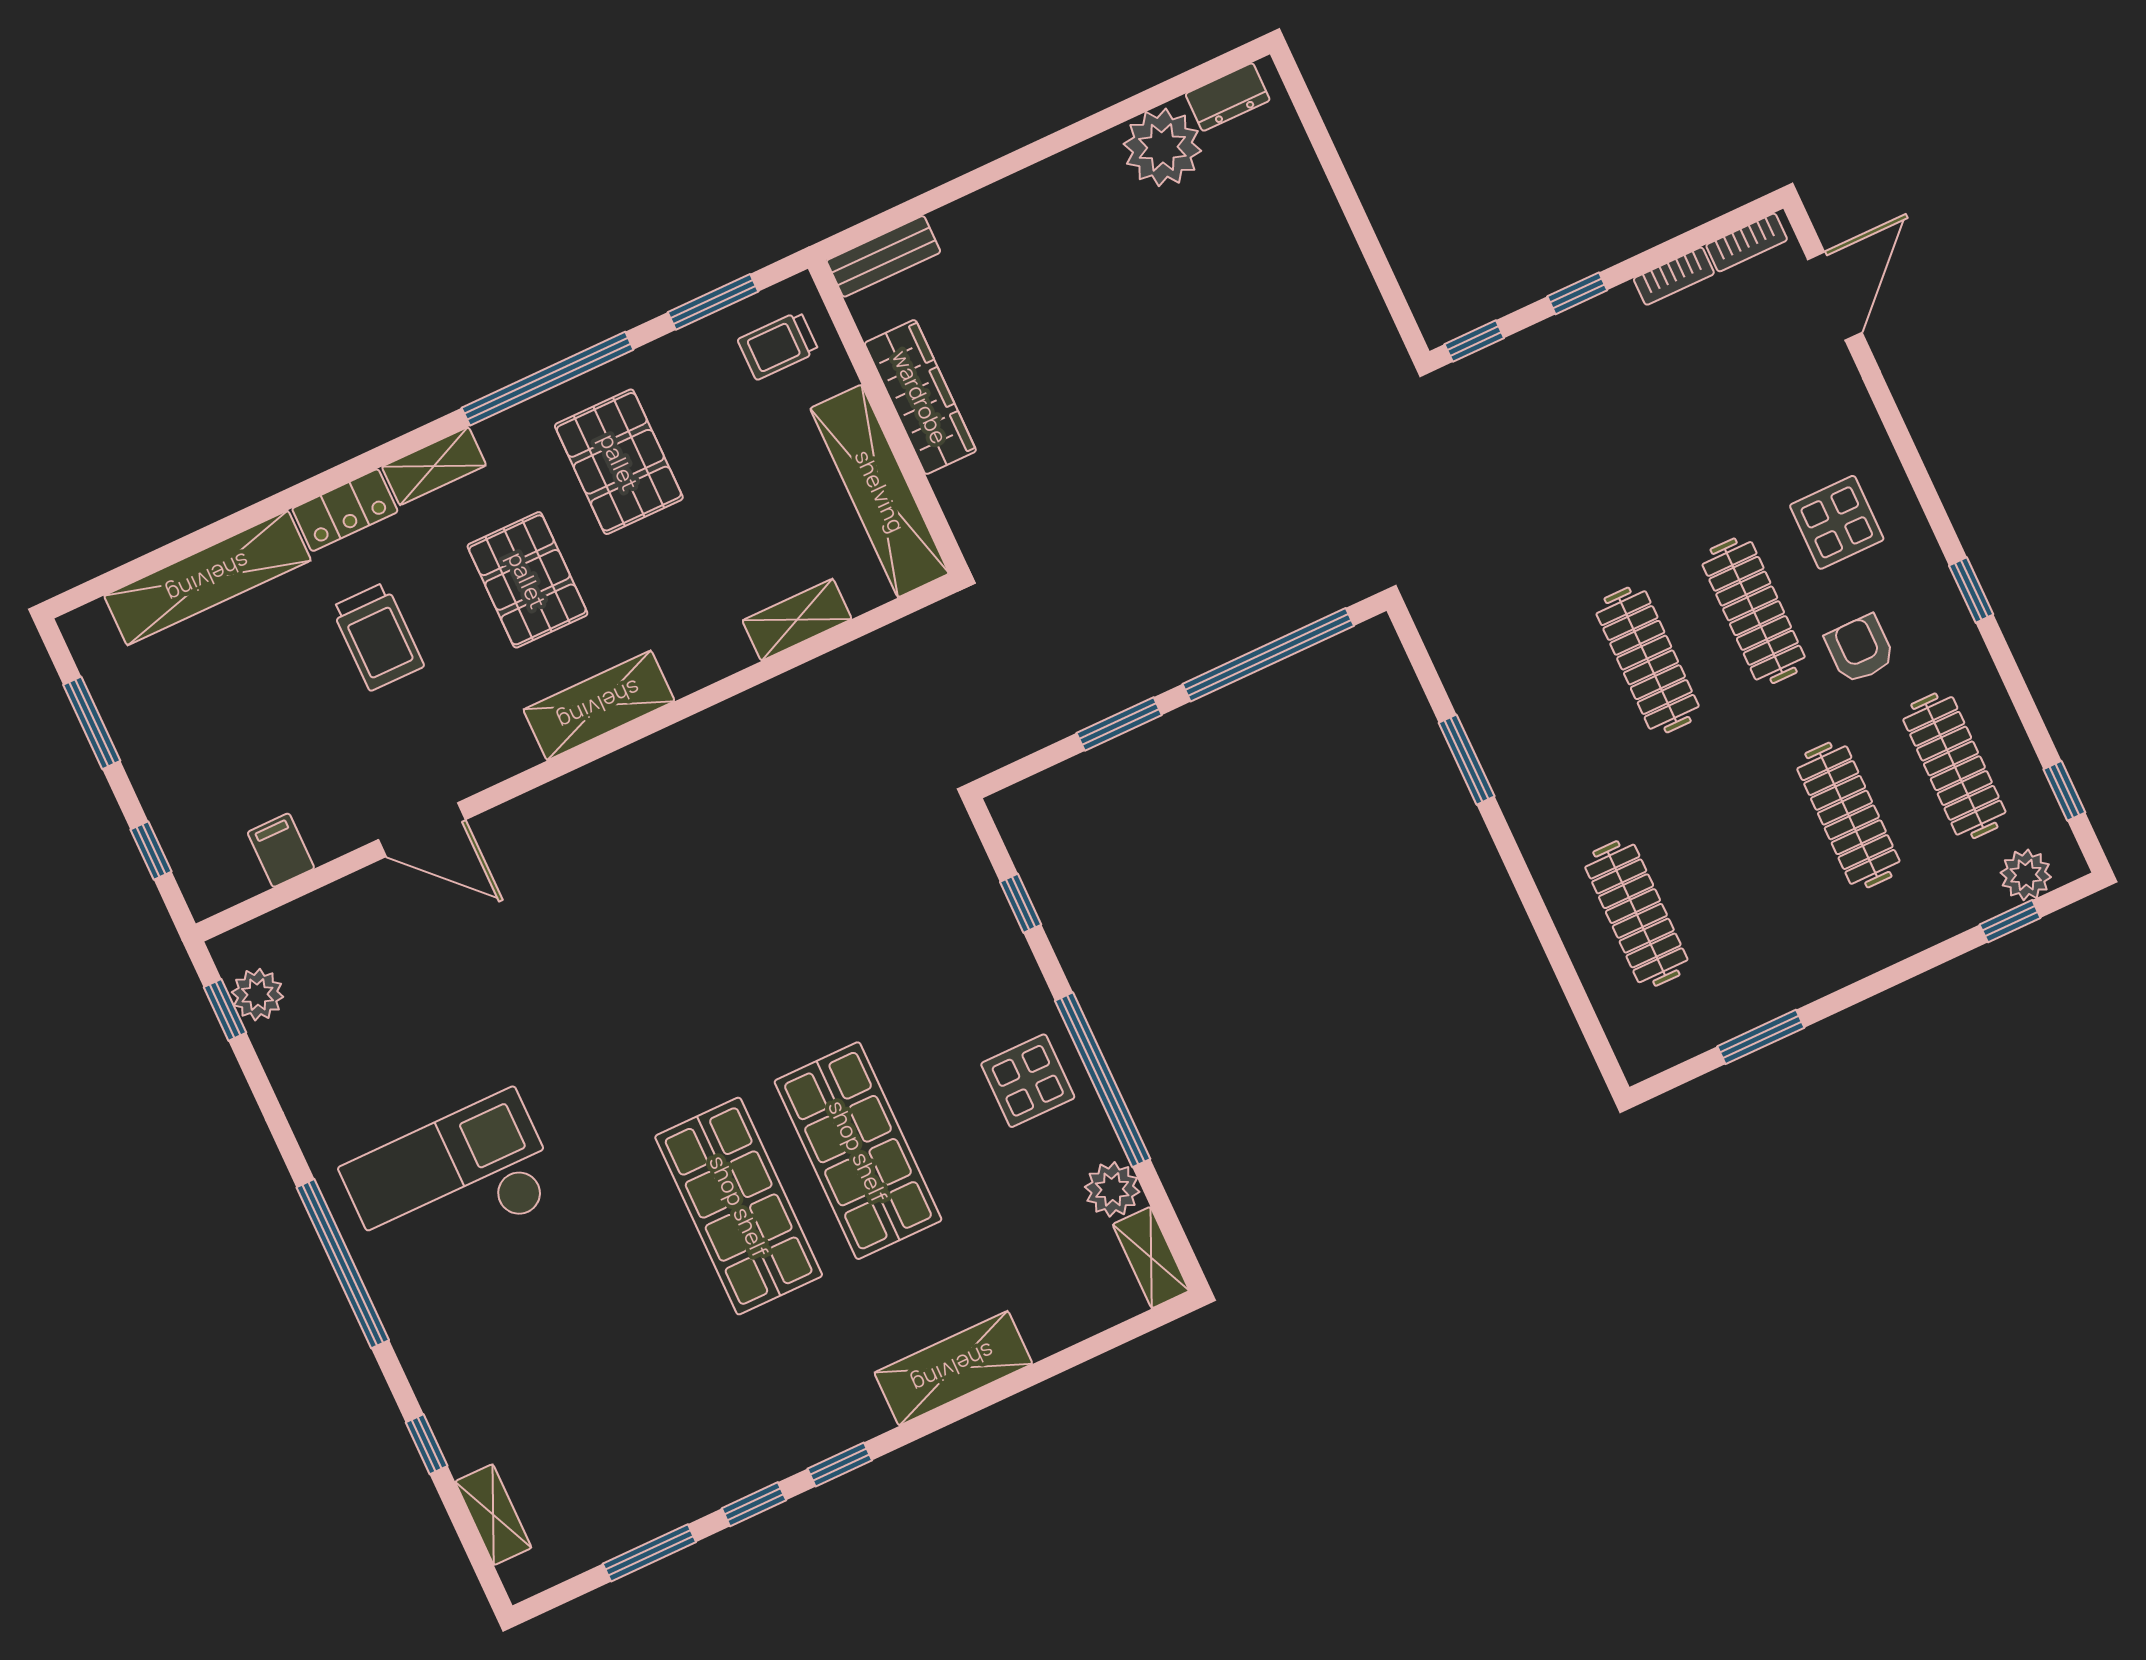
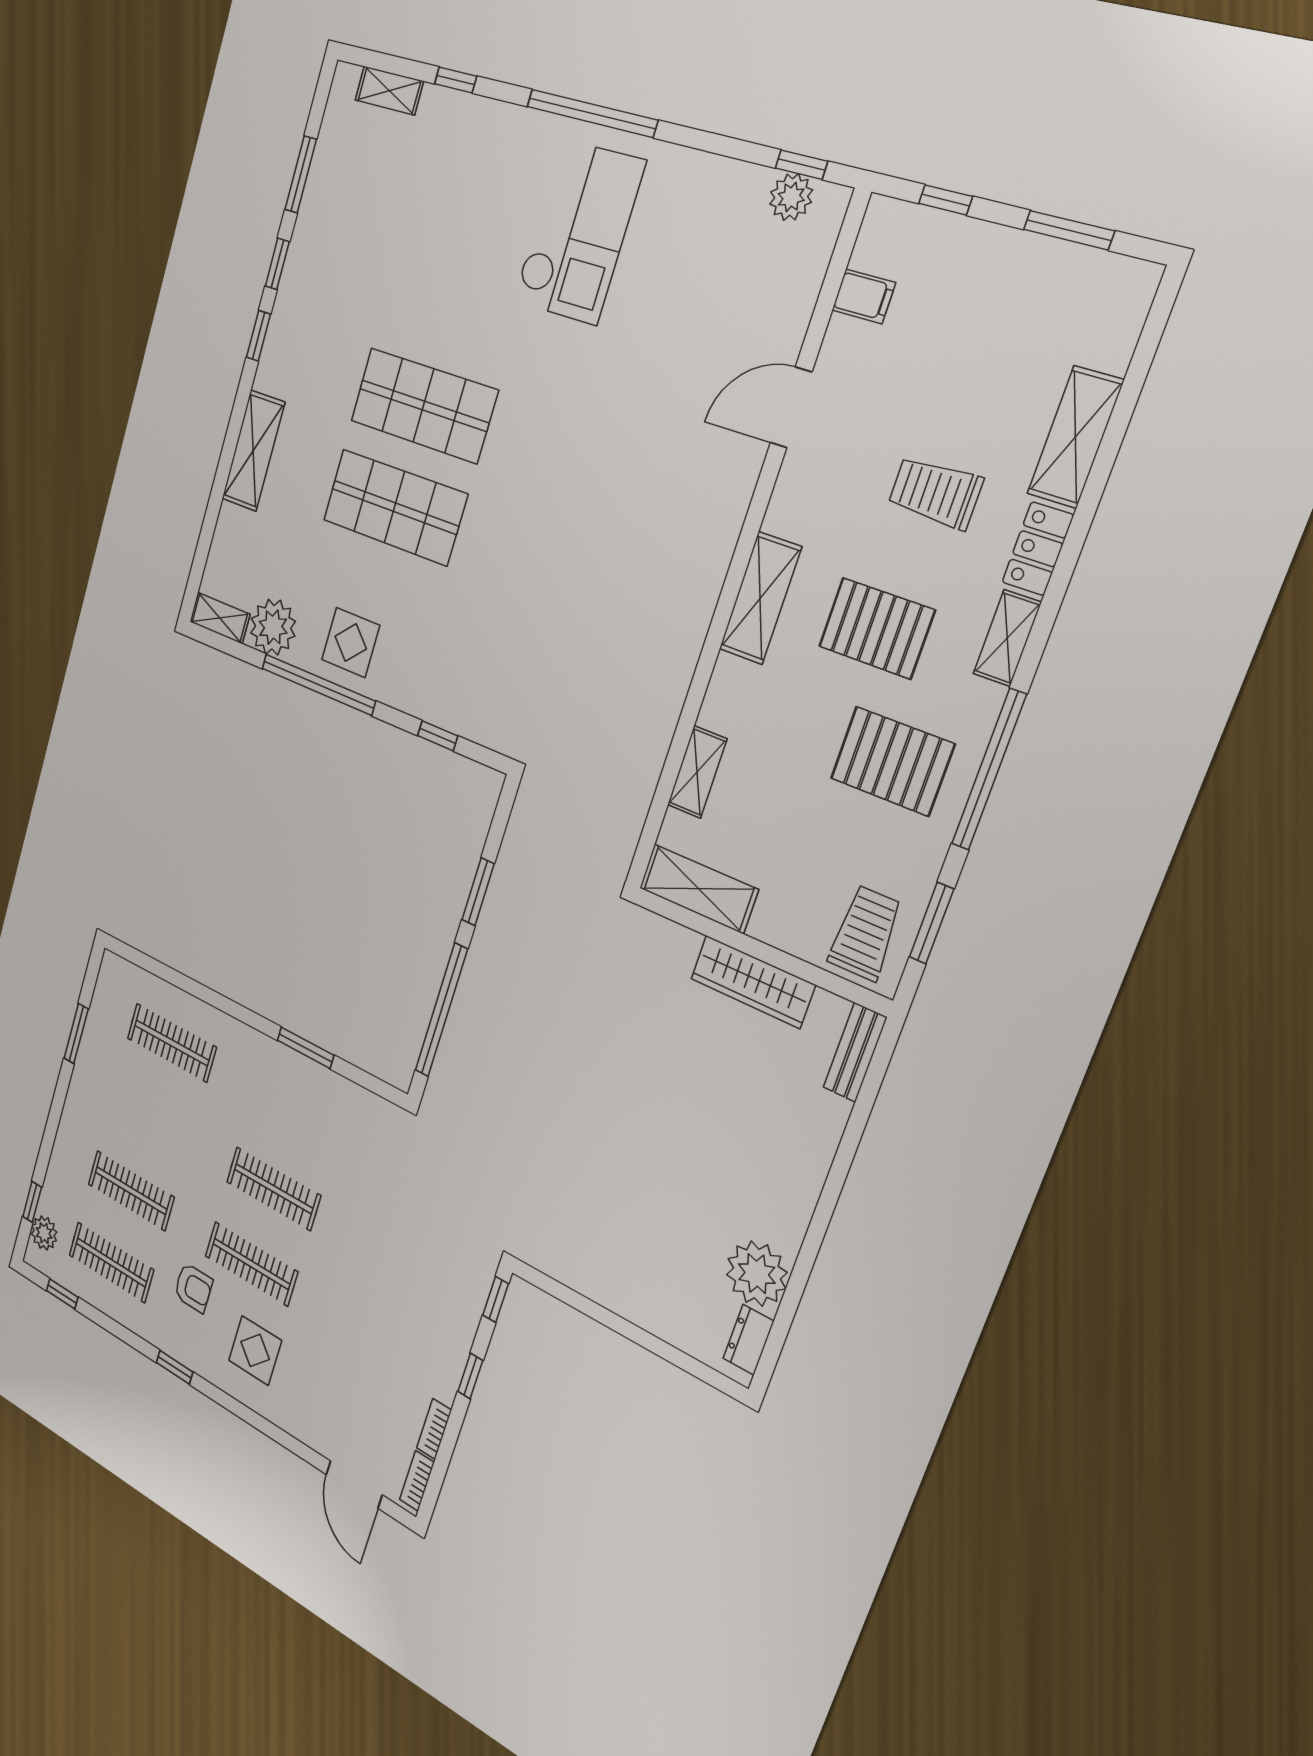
trolley: (778, 345) -> (865, 933), width x1.36, depth x1.39
shelving: (880, 491) -> (698, 889), width x0.68
shelving: (208, 578) -> (1075, 437), width x0.68
plant: (1112, 1189) -> (273, 627), width x1.36, depth x1.36

